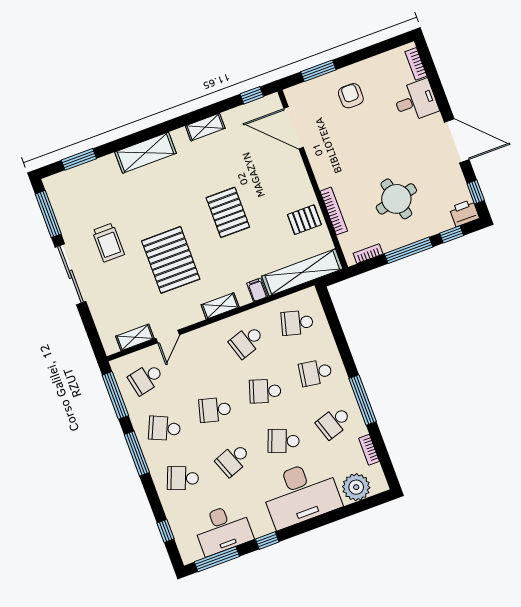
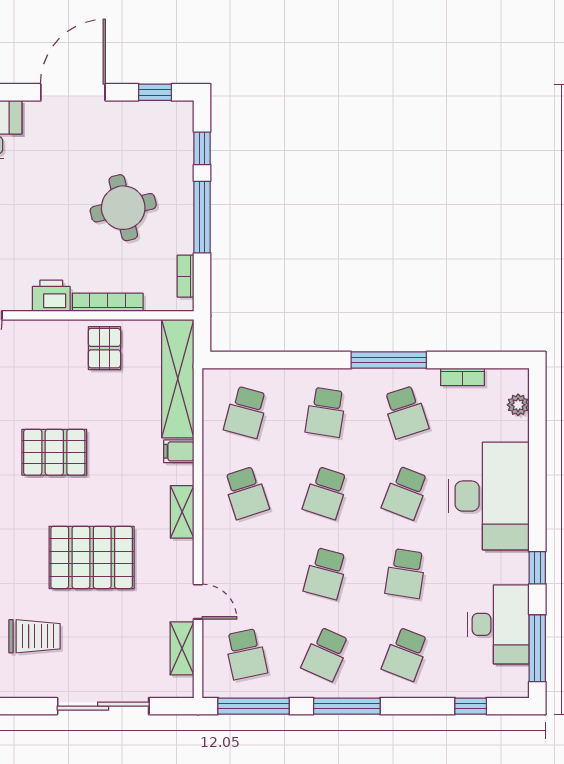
printer: (464, 213) -> (51, 296), moved, turned 90
sliding door: (71, 274) -> (103, 706), moved
school desk: (233, 460) -> (405, 573), turned 30
plant: (356, 487) -> (518, 405), width x0.53, depth x0.53

